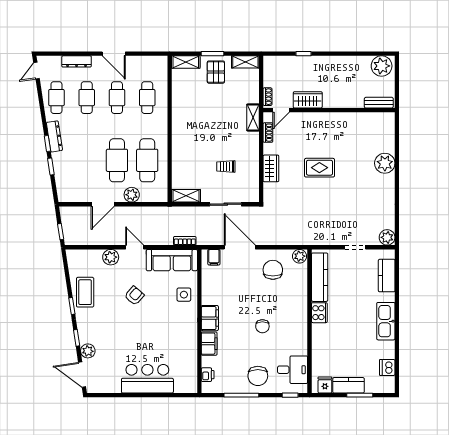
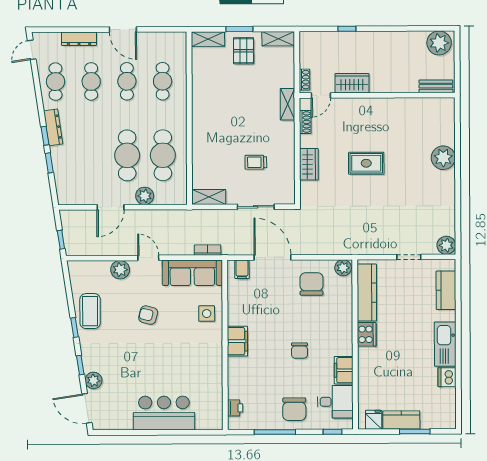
armchair: (134, 296) -> (148, 315), turned -117
filing cabinet: (209, 344) -> (344, 370), moved, turned 180
dishwasher: (387, 367) -> (447, 377), moved

